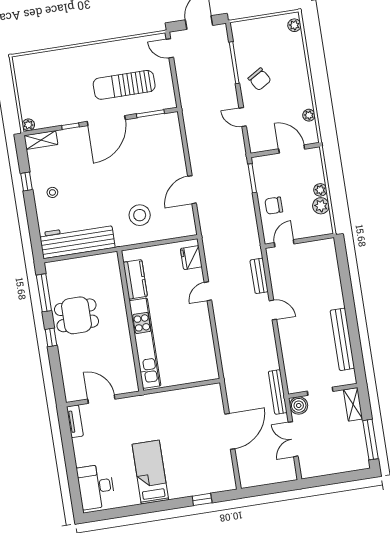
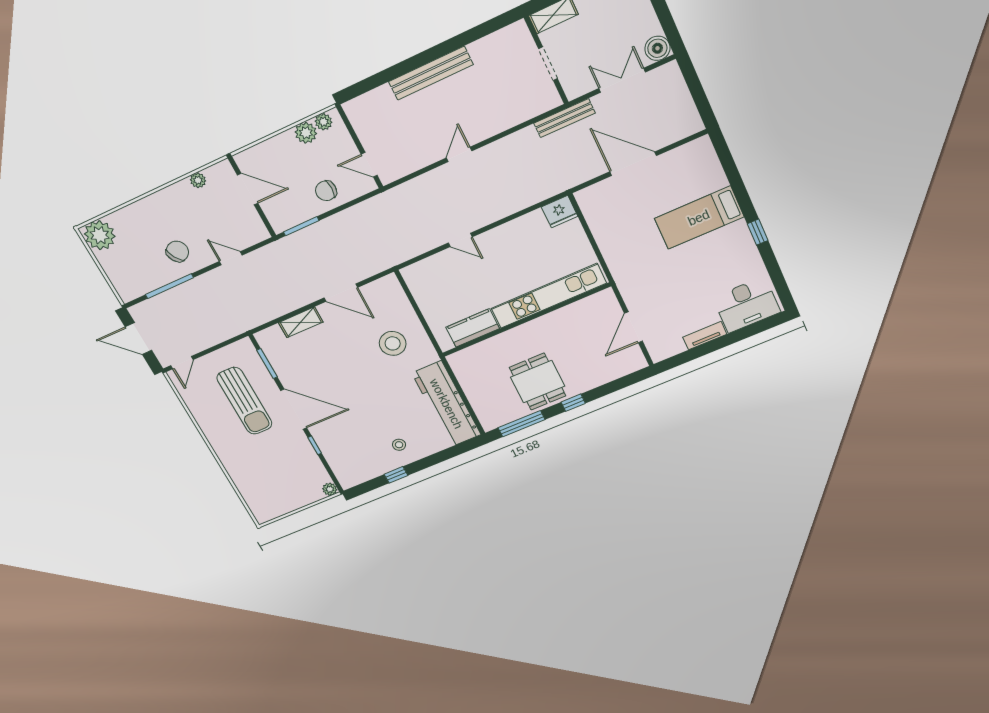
plant: (294, 25) -> (100, 235), width x1.88, depth x1.88
door: (243, 117) -> (231, 258), swing flipped
shelving: (41, 140) -> (301, 322), moved, turned 90
door: (292, 149) -> (248, 189), swing flipped
plant: (320, 190) -> (324, 122), moved
chair: (274, 206) -> (326, 191), turned 90
fridge: (191, 258) -> (560, 212), moved
bench: (259, 276) -> (421, 184), removed
bench: (342, 339) -> (431, 73), moved
boiler: (299, 405) -> (657, 48), moved
tv unit: (75, 421) -> (705, 336), moved
double door: (293, 439) -> (622, 80), swing flipped
bed: (150, 472) -> (699, 218), moved
window: (202, 499) -> (758, 232), moved

